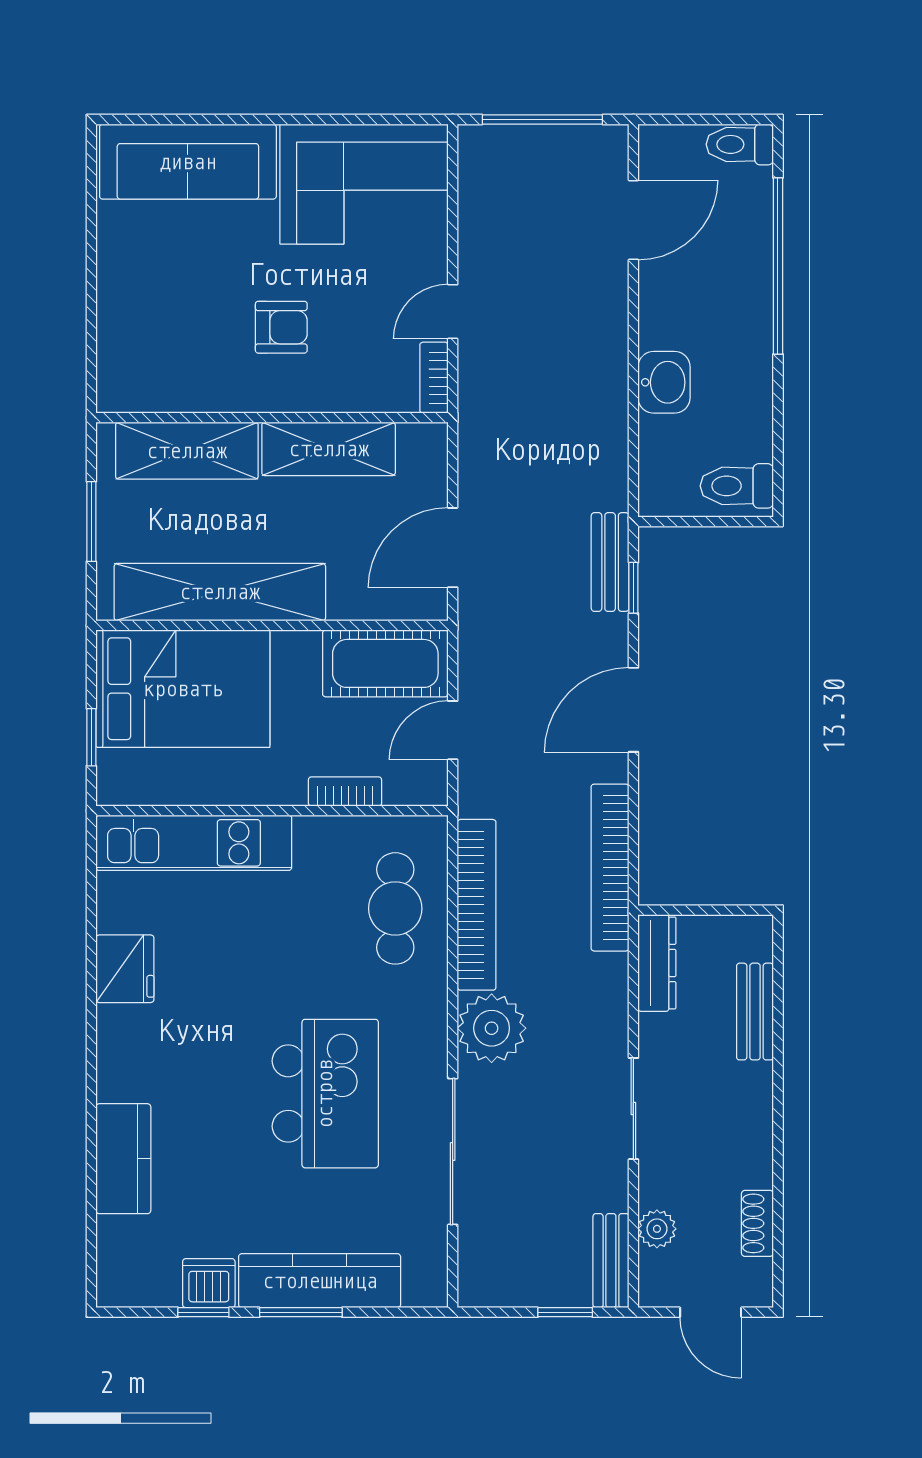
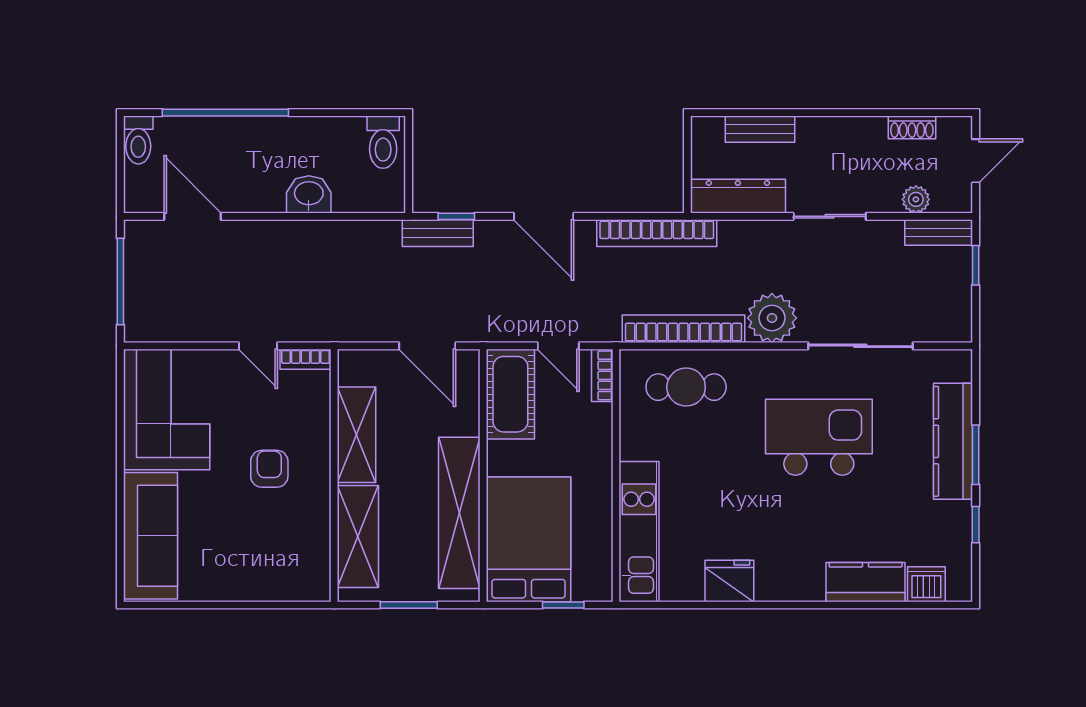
bookcase: (345, 792) -> (602, 375), moved
dresser: (657, 963) -> (738, 196), width x1.37, depth x1.24
dishwasher: (209, 1283) -> (926, 584), moved, turned 90

